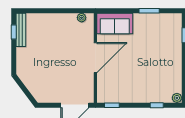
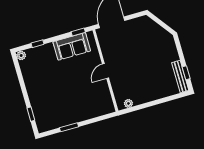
sofa: (115, 23) -> (72, 46), moved, turned 180
door: (95, 58) -> (105, 71), width x0.53

